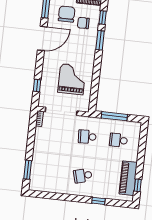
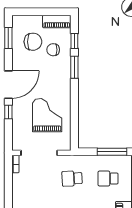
chair: (67, 14) -> (33, 42), turned 90
door: (42, 38) -> (8, 85), moved
window: (37, 86) -> (8, 112), moved
window: (114, 116) -> (112, 152), moved

